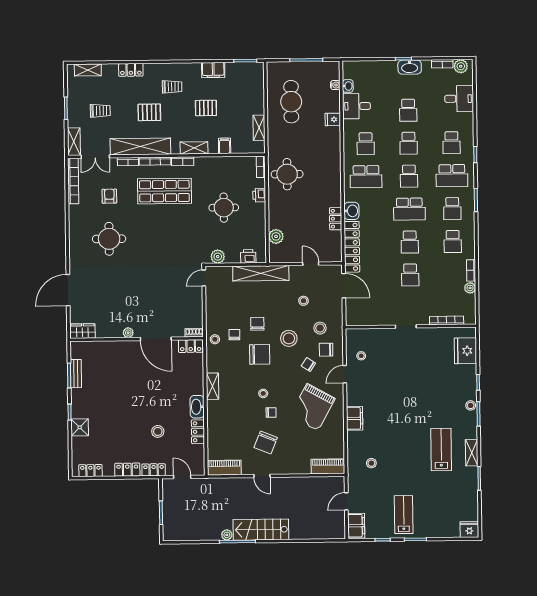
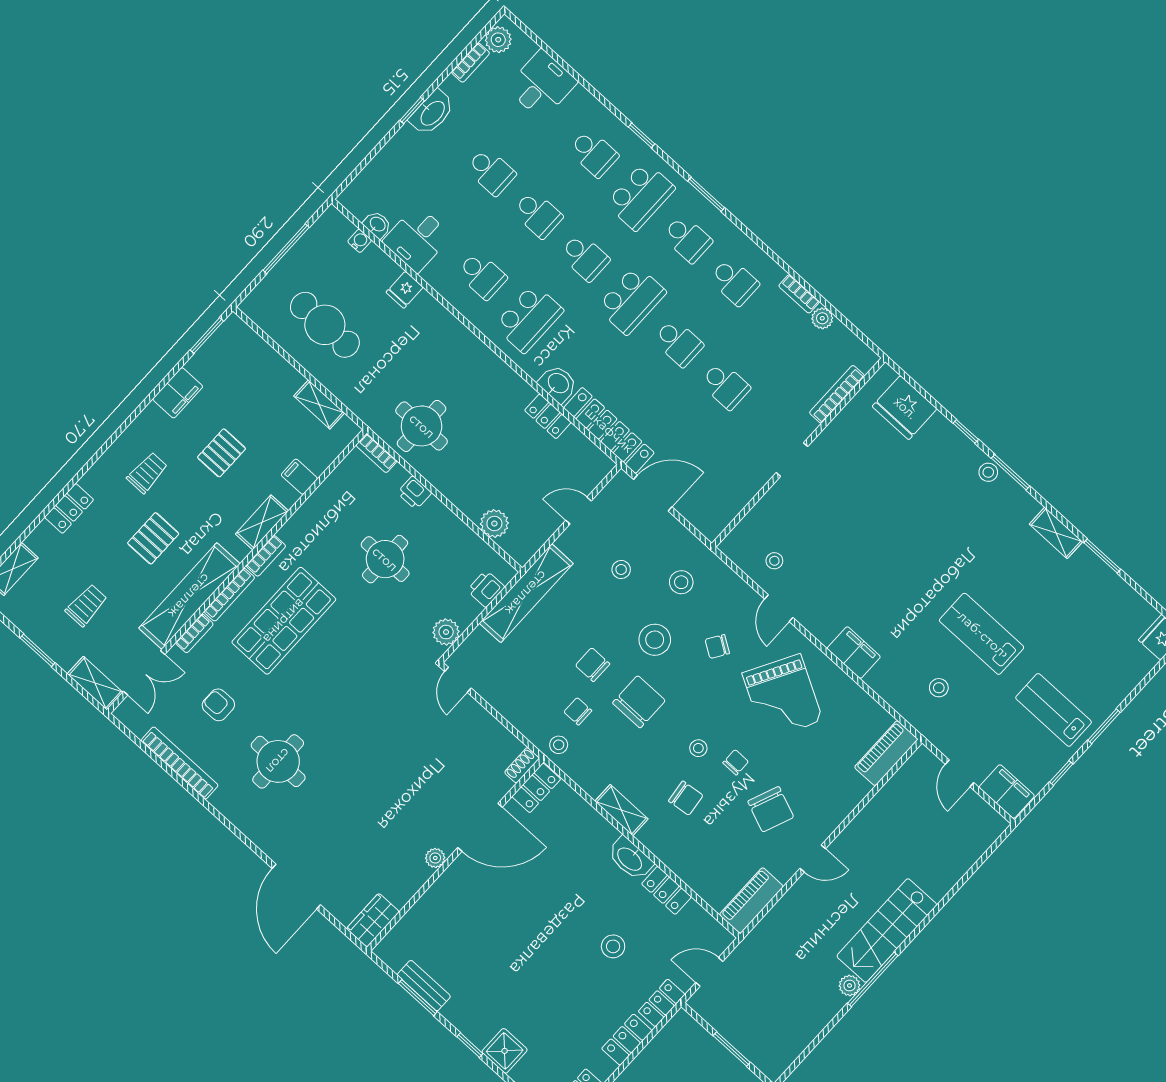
bookcase: (73, 181) -> (179, 763), moved
chair: (326, 350) -> (686, 798), moved, turned -97
lab bench: (441, 449) -> (982, 634), moved

